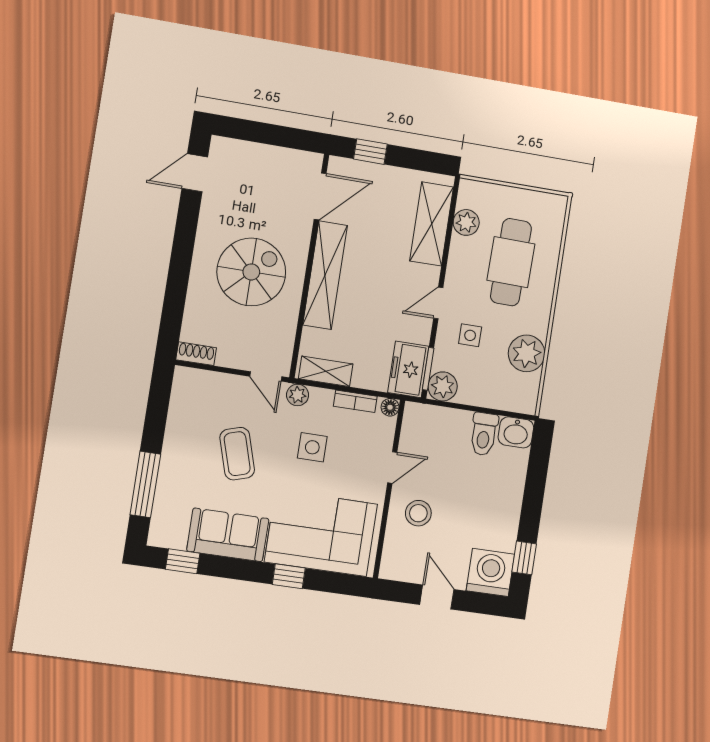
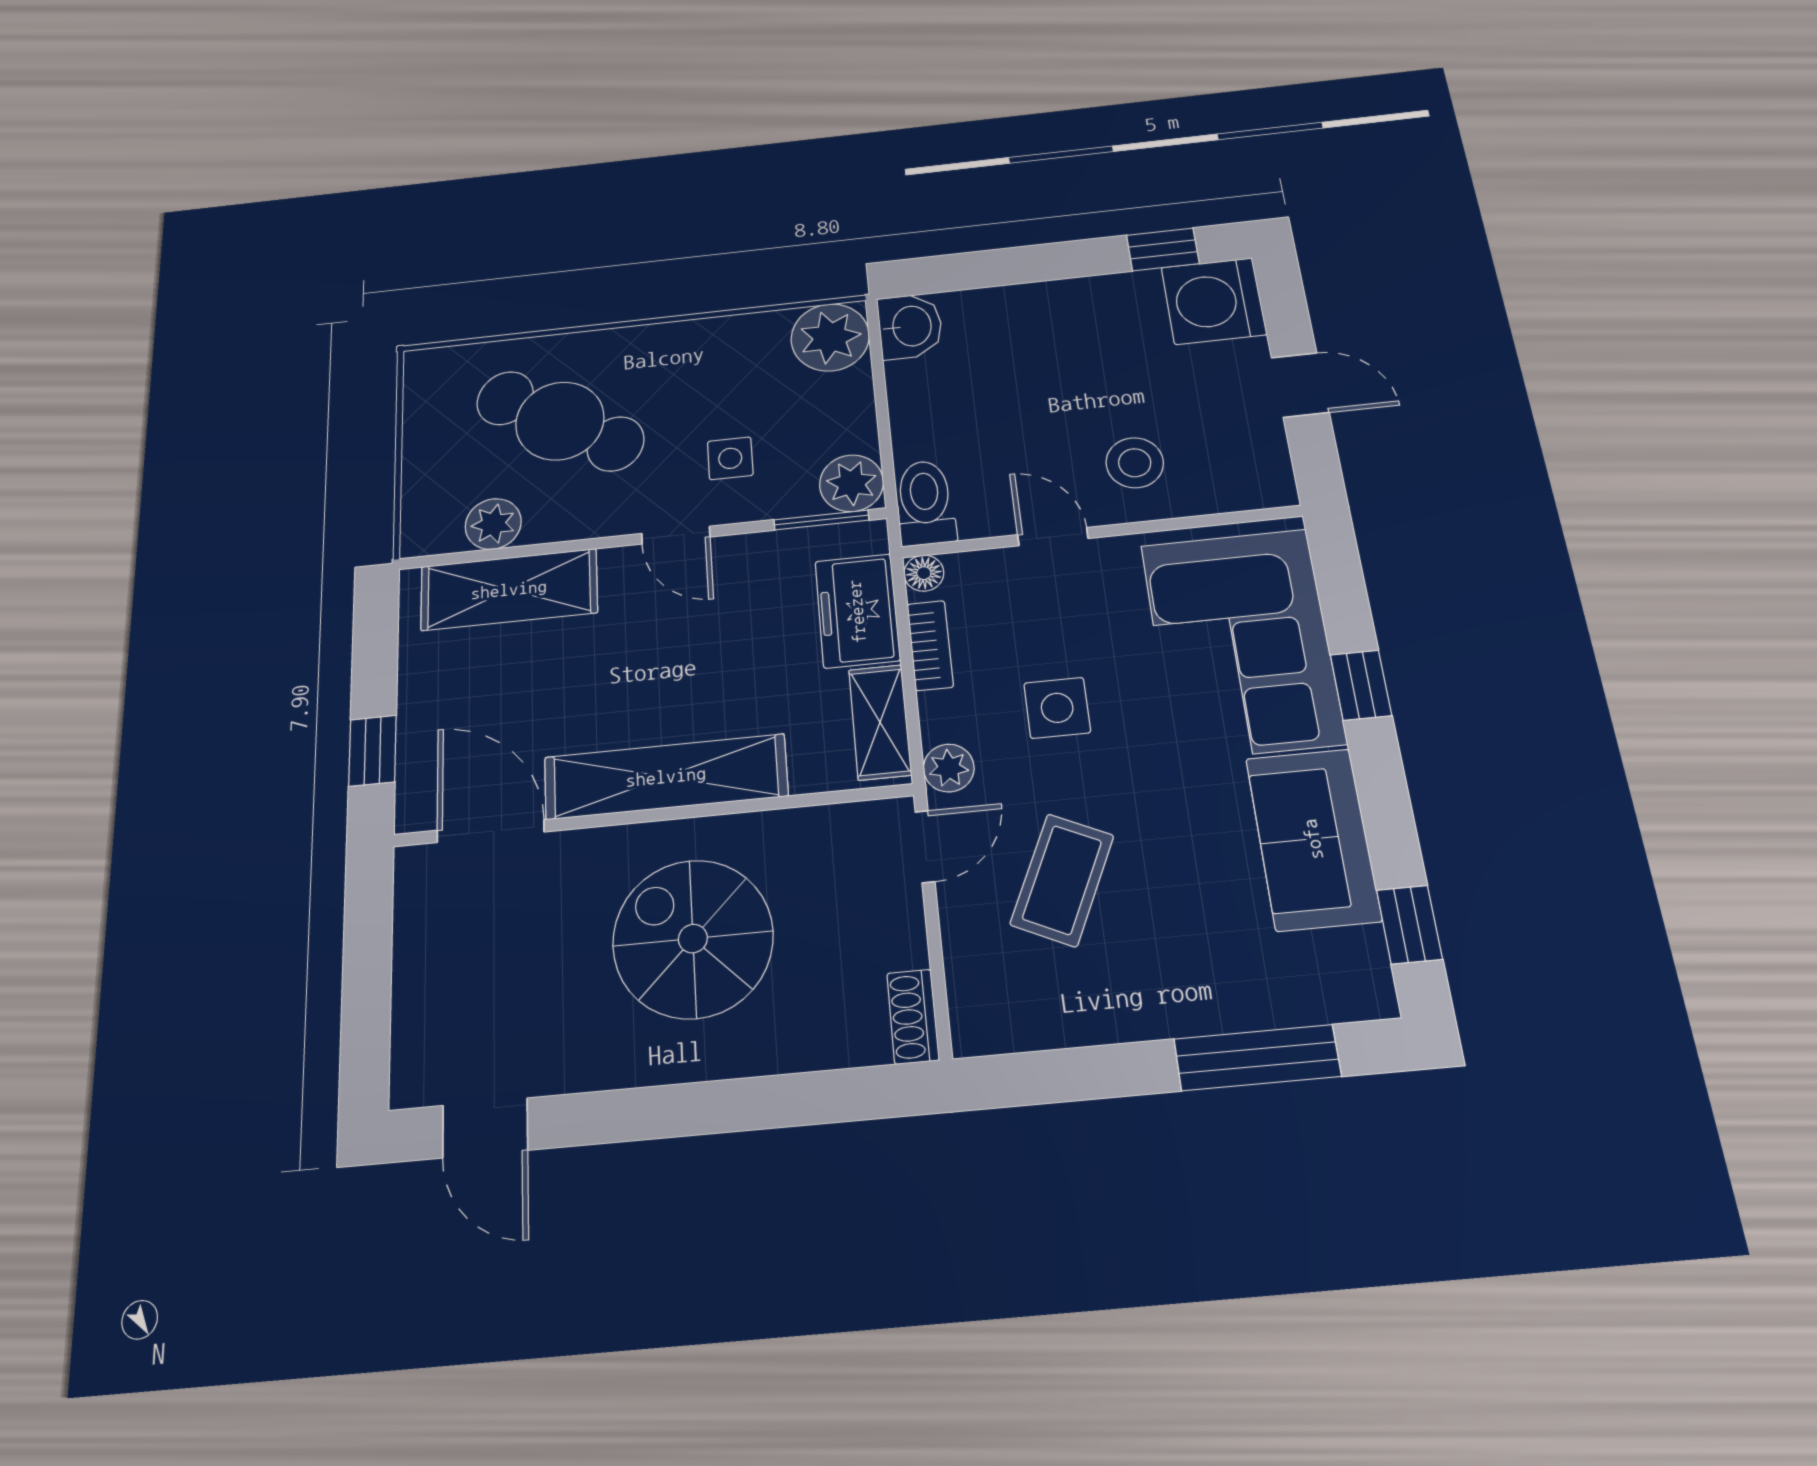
cafe table: (511, 262) -> (560, 421), turned 30
plant: (527, 353) -> (830, 337), moved
freezer: (408, 369) -> (857, 611), moved, turned 90
toilet: (484, 434) -> (925, 503), moved, turned -90
coffee table: (237, 454) -> (1062, 880), moved, turned -48
door: (437, 597) -> (1300, 385), swing flipped

